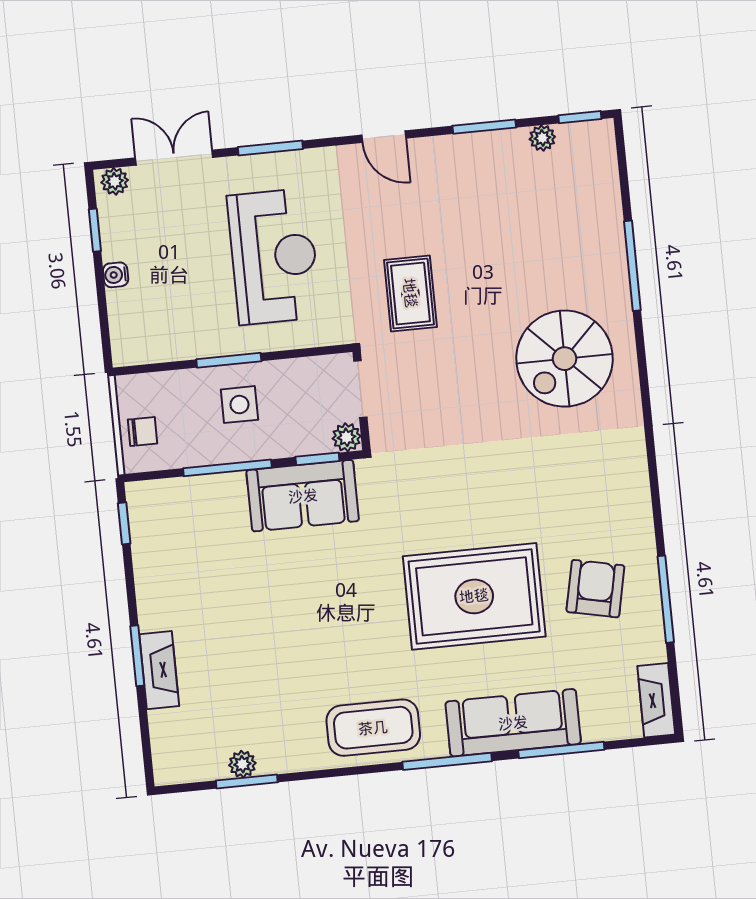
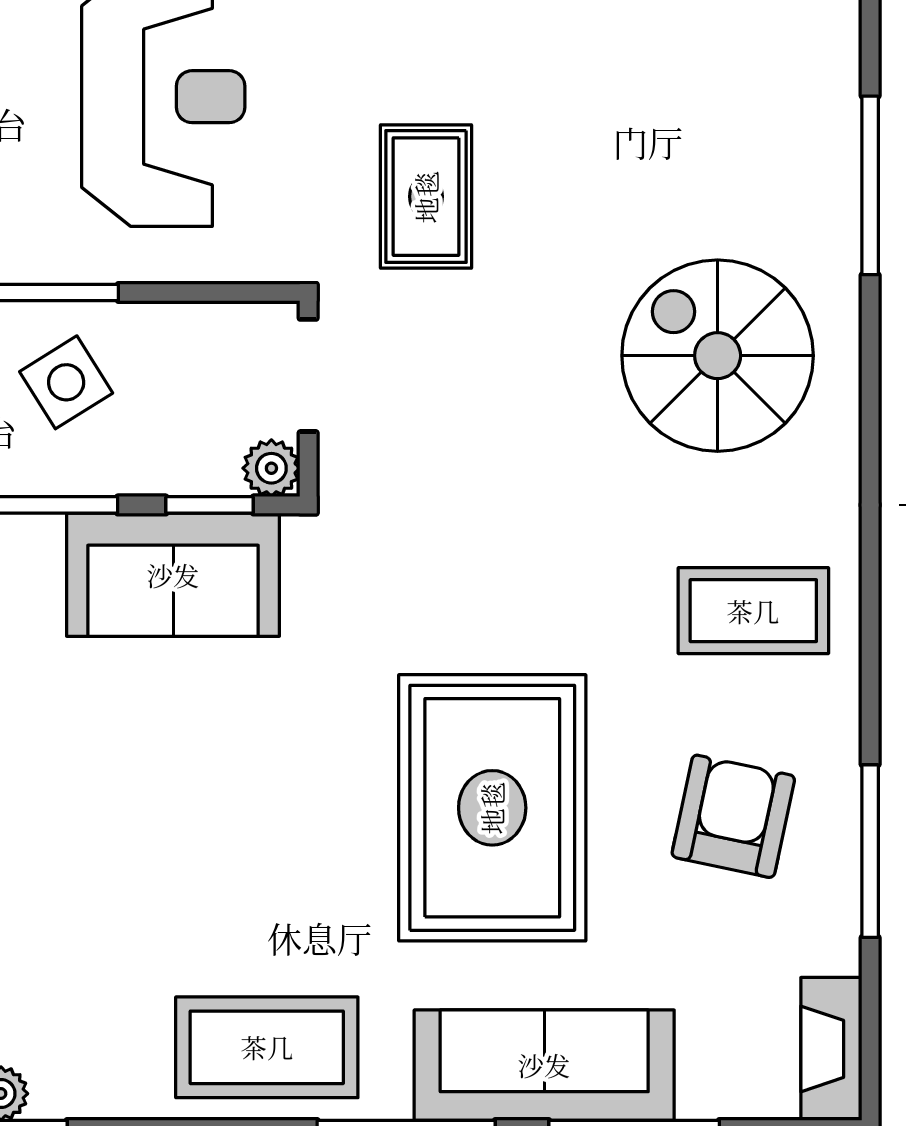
spiral stairs: (564, 359) -> (718, 356), turned 90
side table: (239, 405) -> (66, 382), turned -32
coffee table: (595, 485) -> (753, 611), added
rug: (474, 596) -> (492, 808), turned 90

